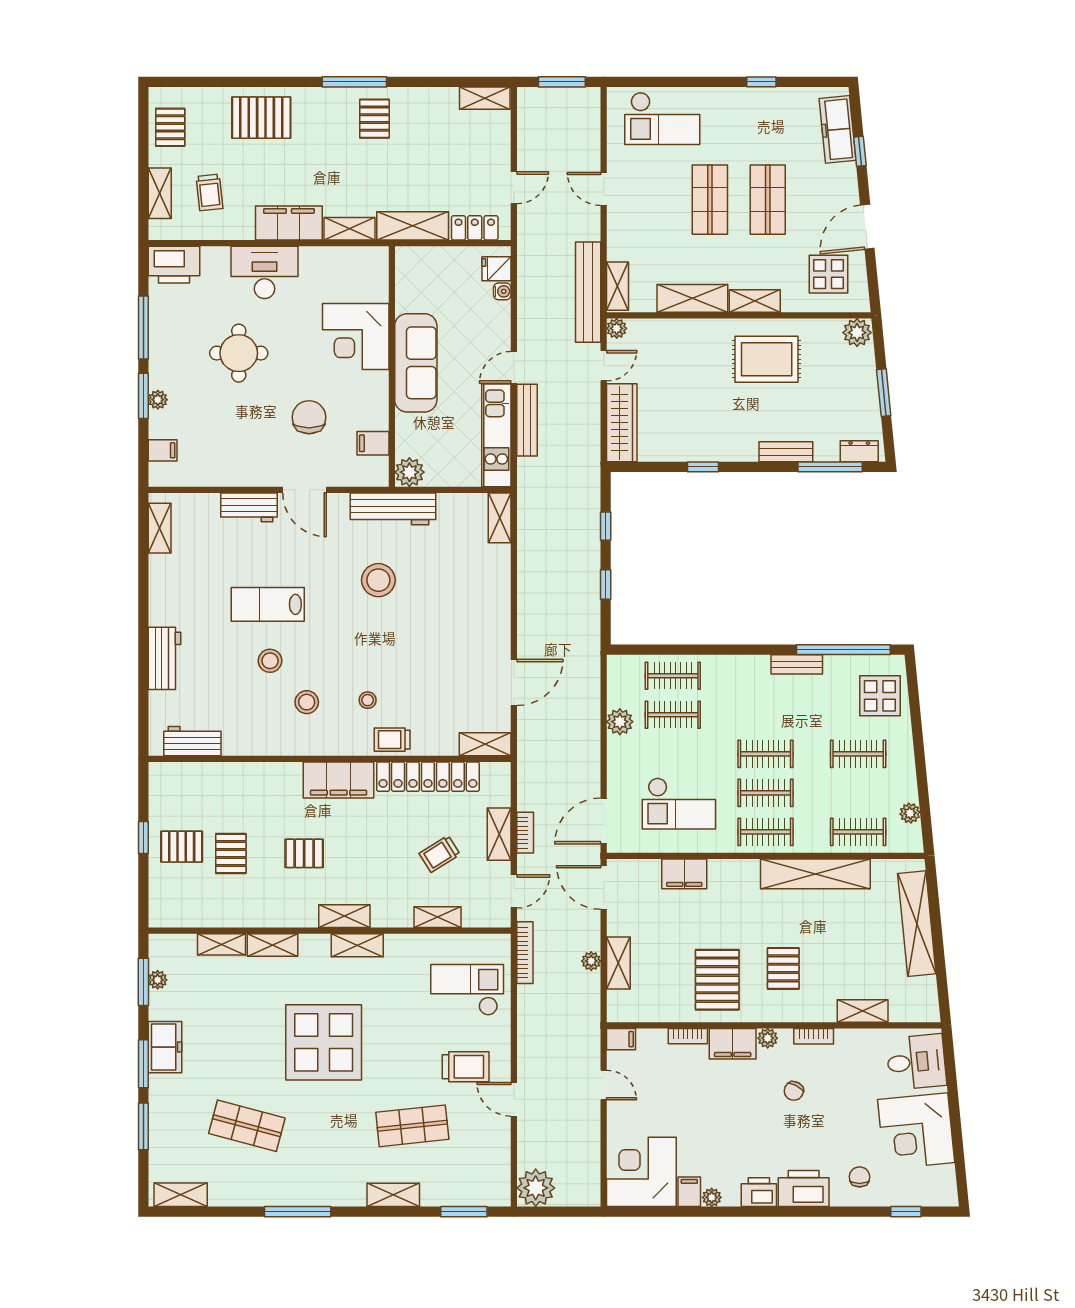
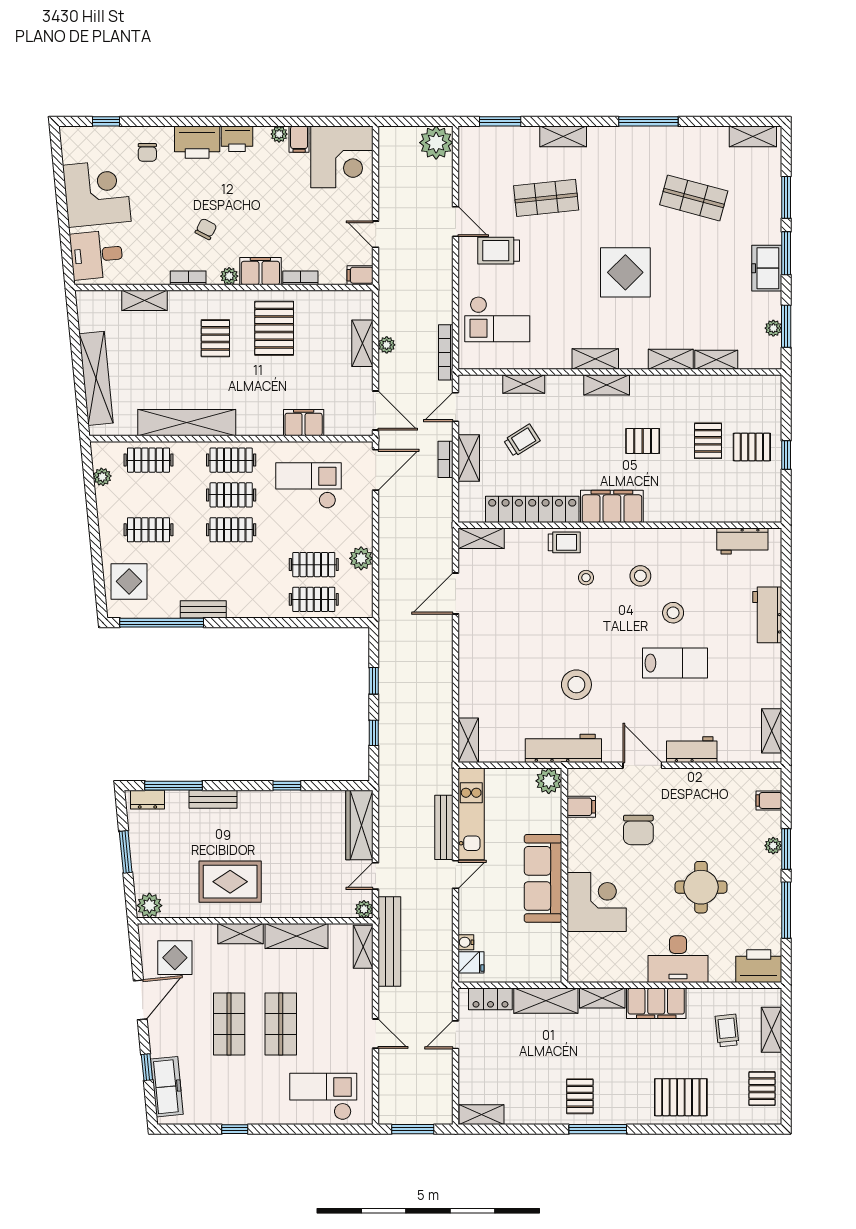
display table: (324, 1042) -> (625, 272), width x0.73, depth x0.73

